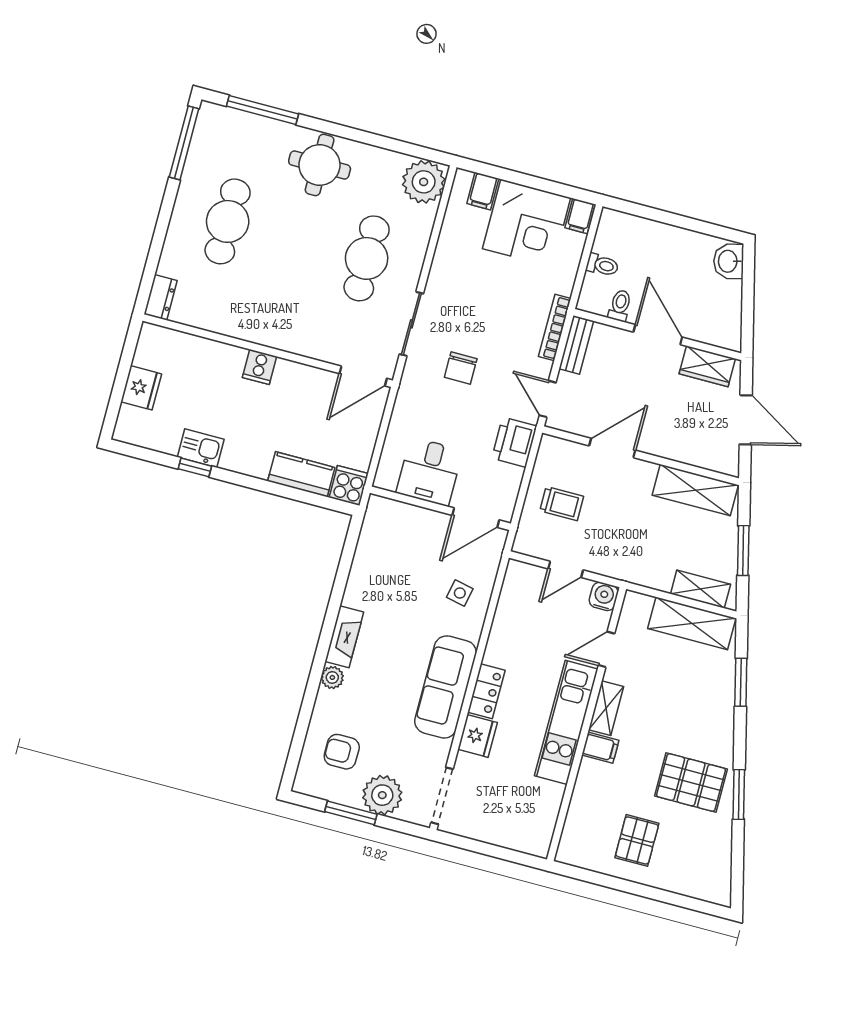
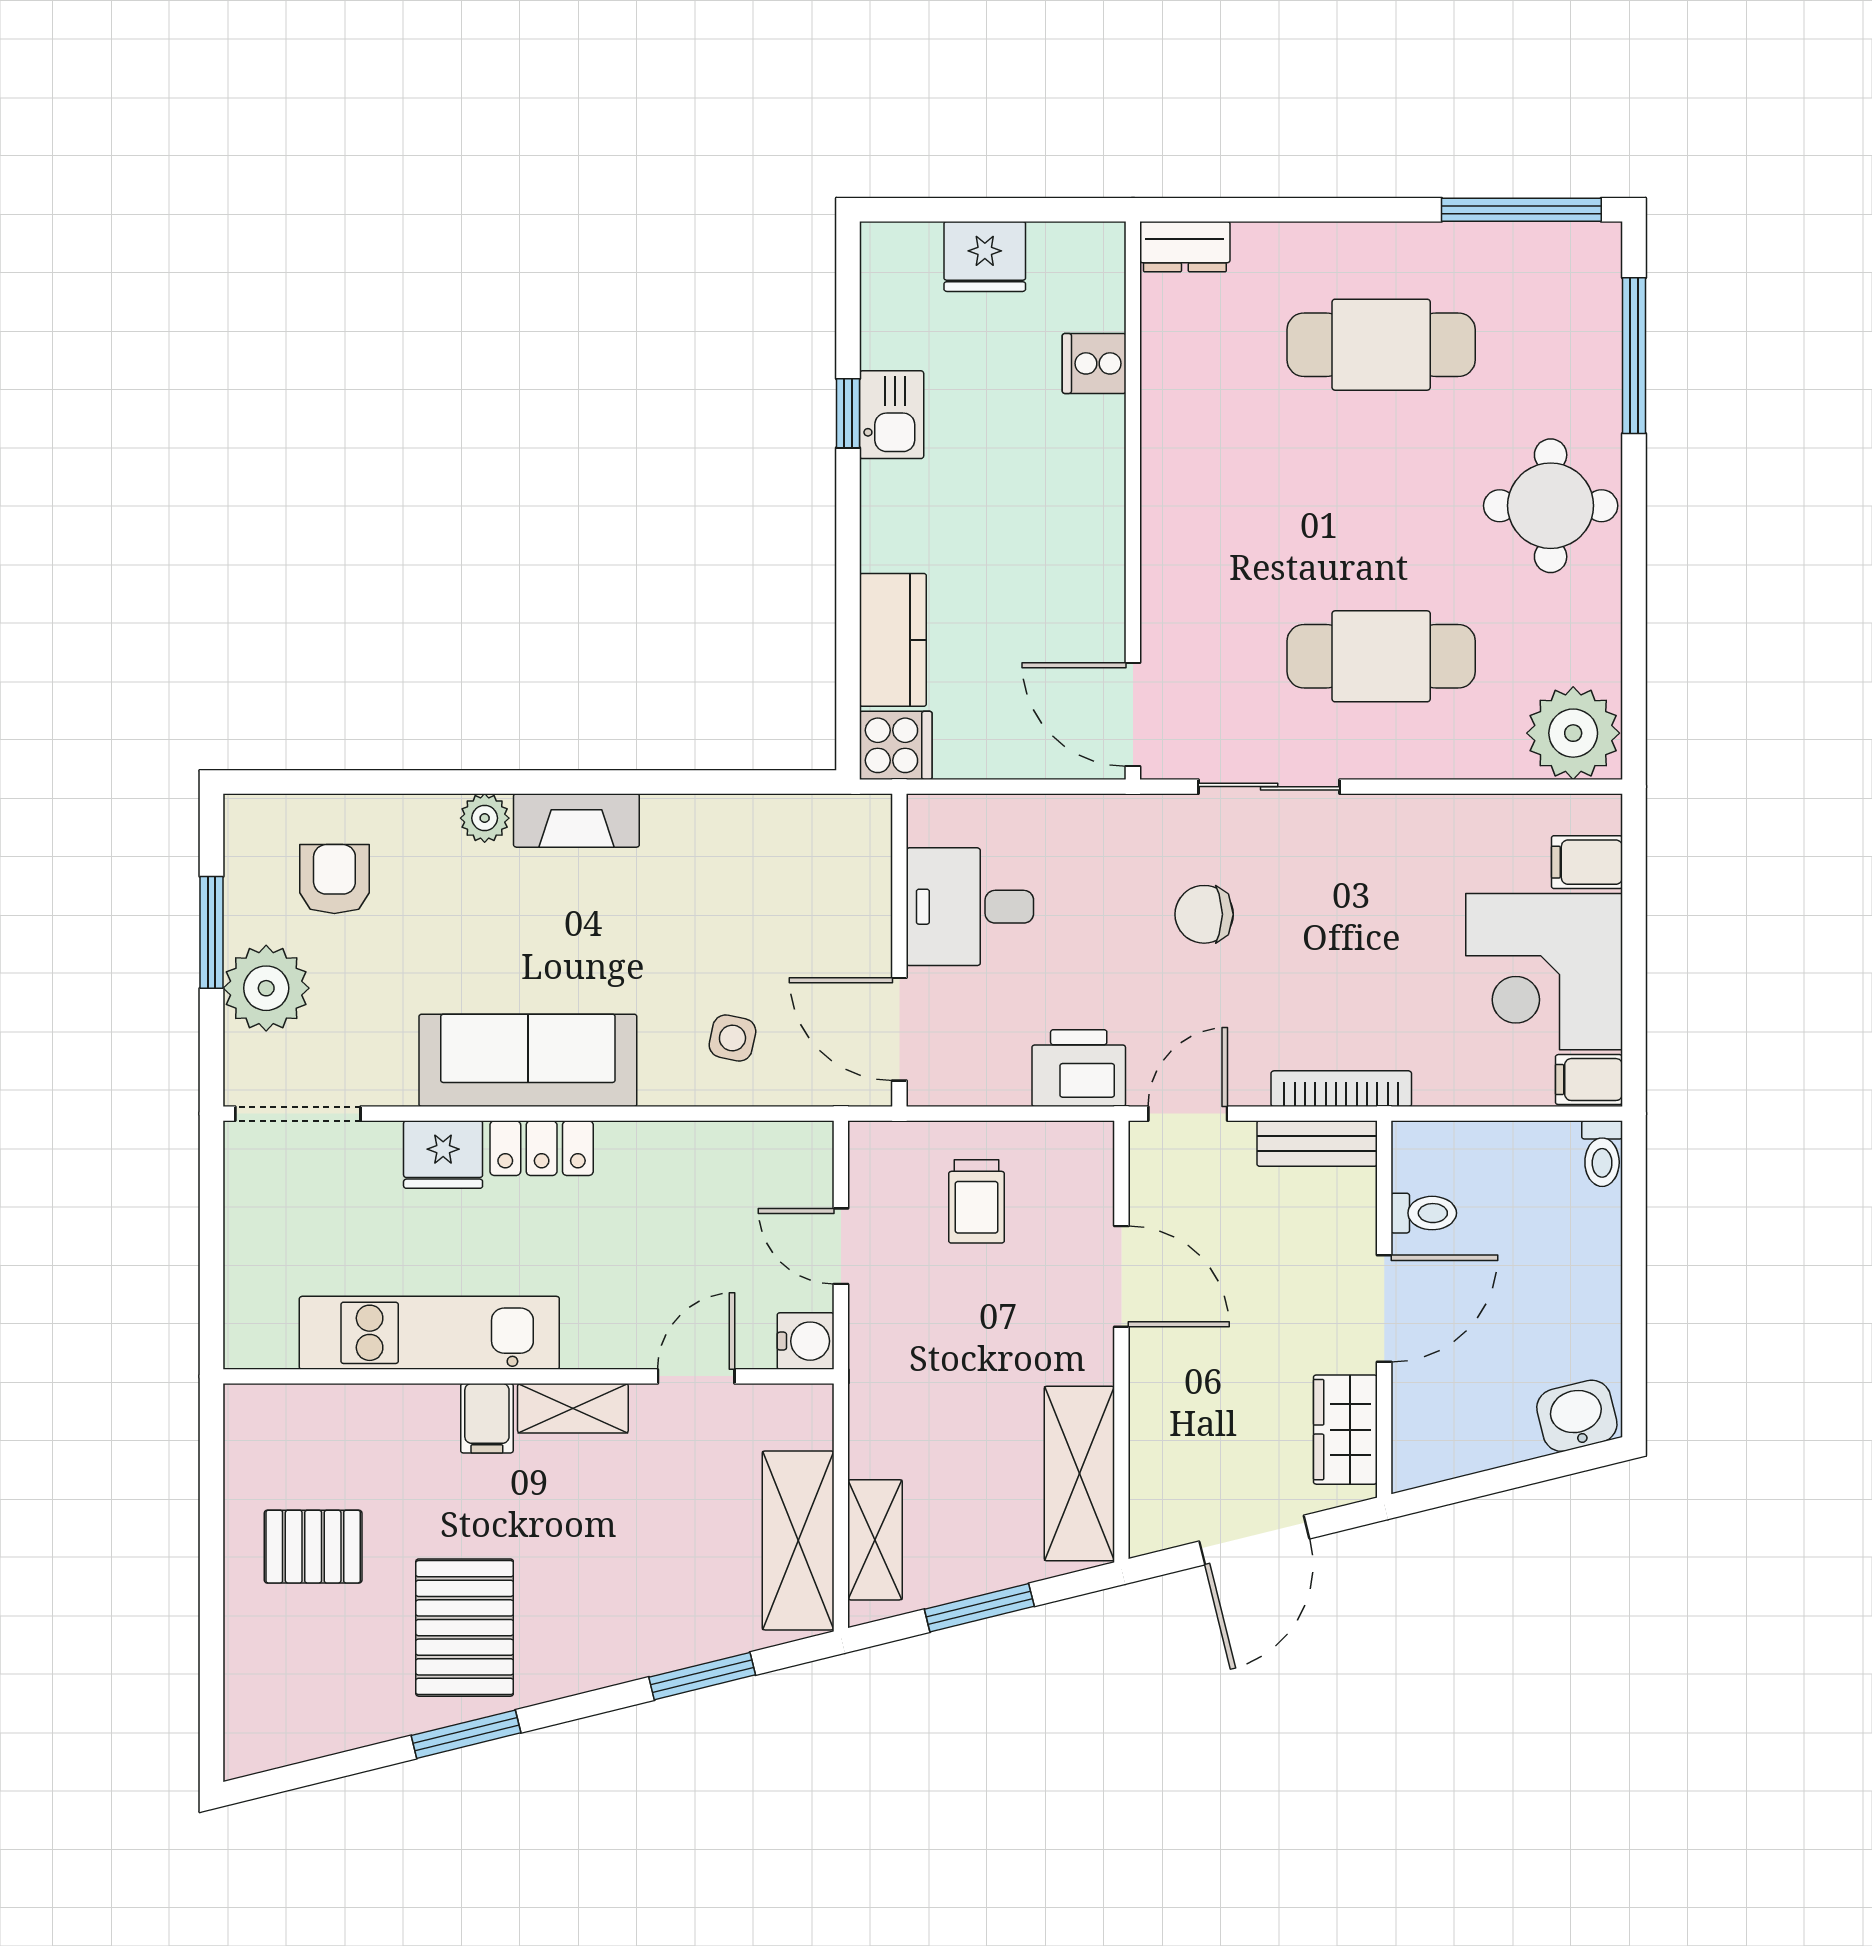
toilet: (602, 265) -> (1602, 1154), moved
cooker: (259, 367) -> (1094, 363), moved
door: (606, 649) -> (696, 1376), hinge flipped
kitchen unit: (566, 722) -> (429, 1333), moved

